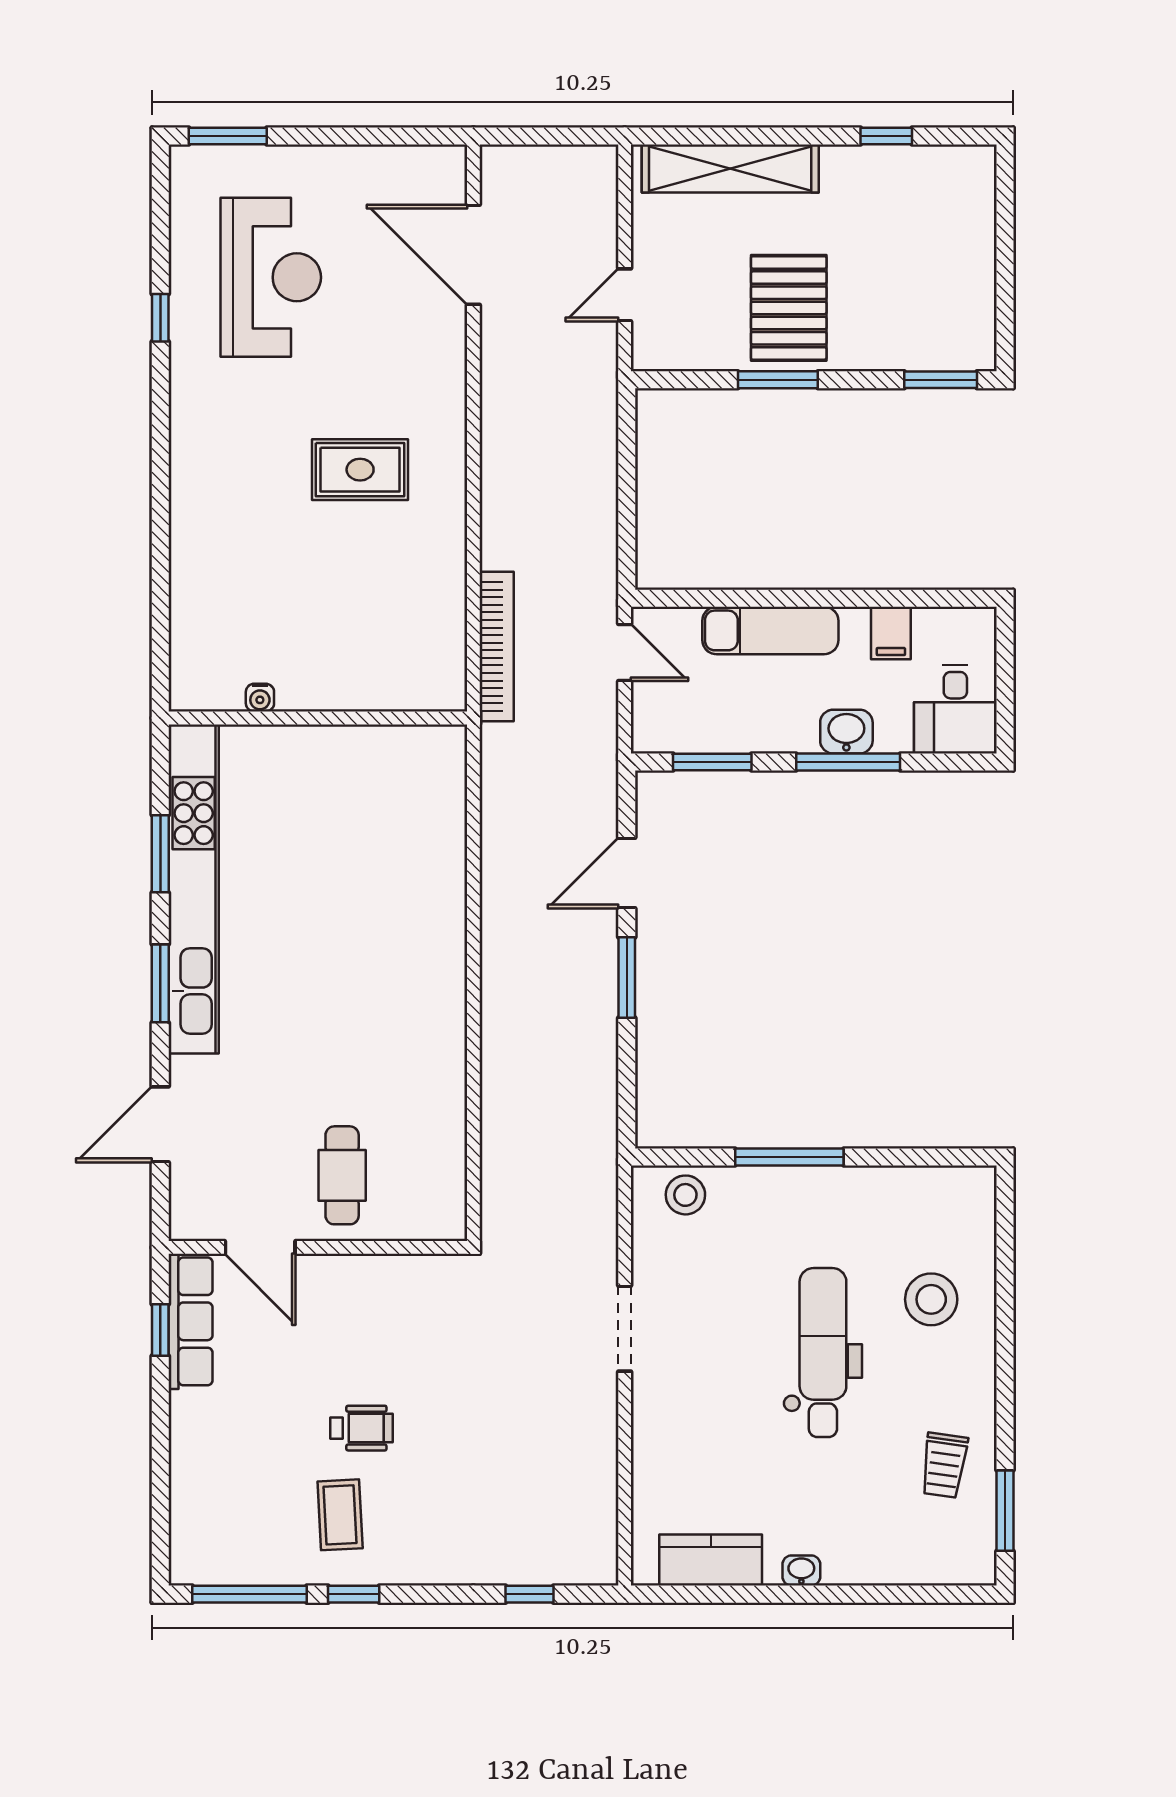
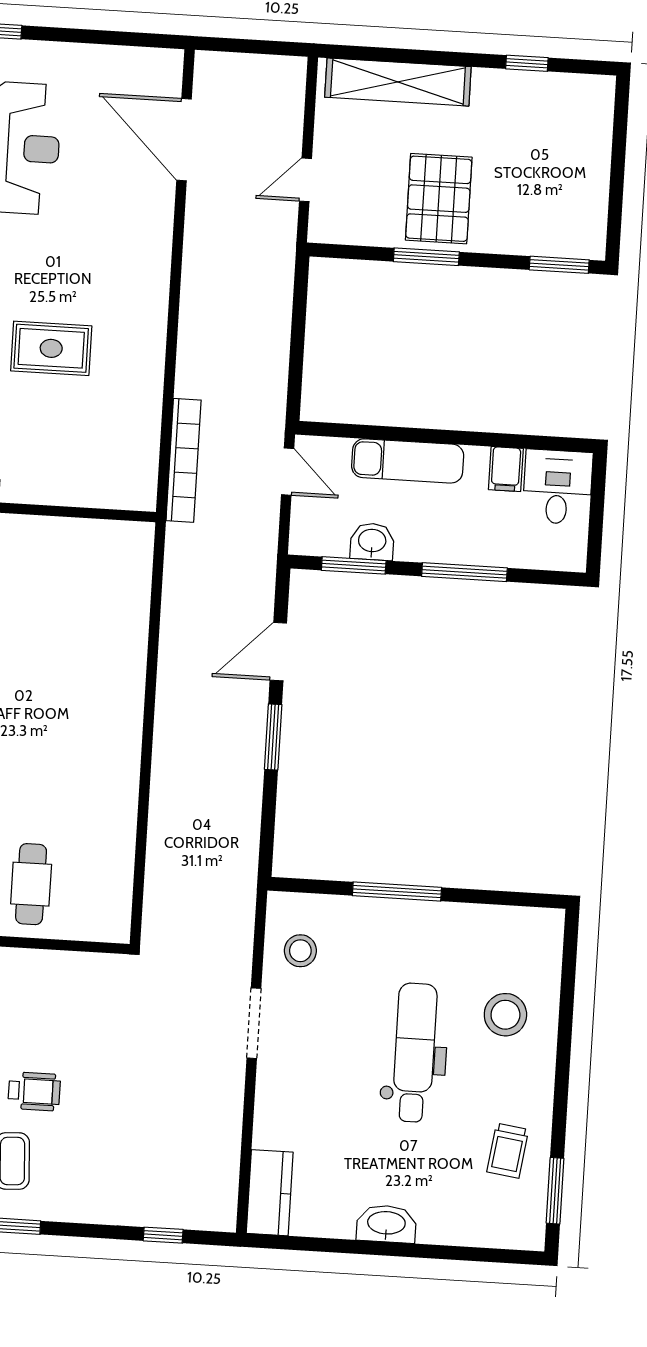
rug: (360, 470) -> (51, 348), moved
desk: (955, 709) -> (558, 487), moved, turned 180
washbasin: (846, 732) -> (372, 542), moved
stool: (685, 1195) -> (300, 951), moved
kitchen counter: (711, 1560) -> (270, 1193), moved, turned 90
washbasin: (801, 1570) -> (386, 1224), width x1.91, depth x1.45

